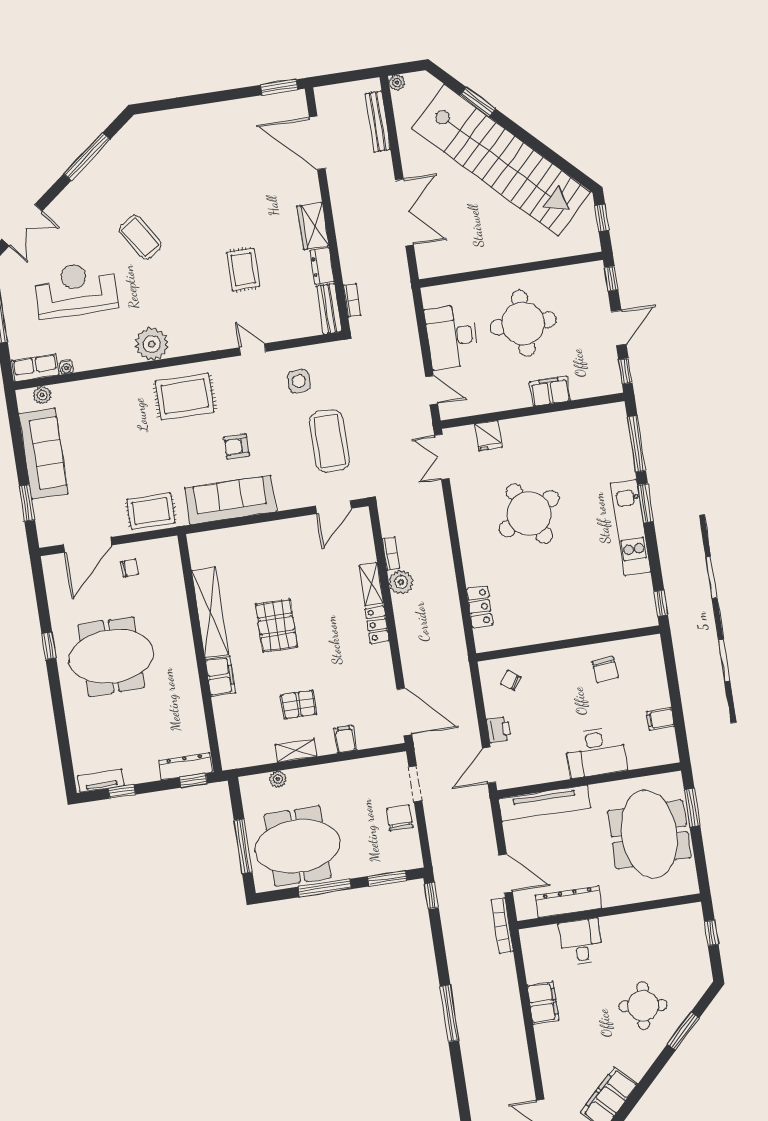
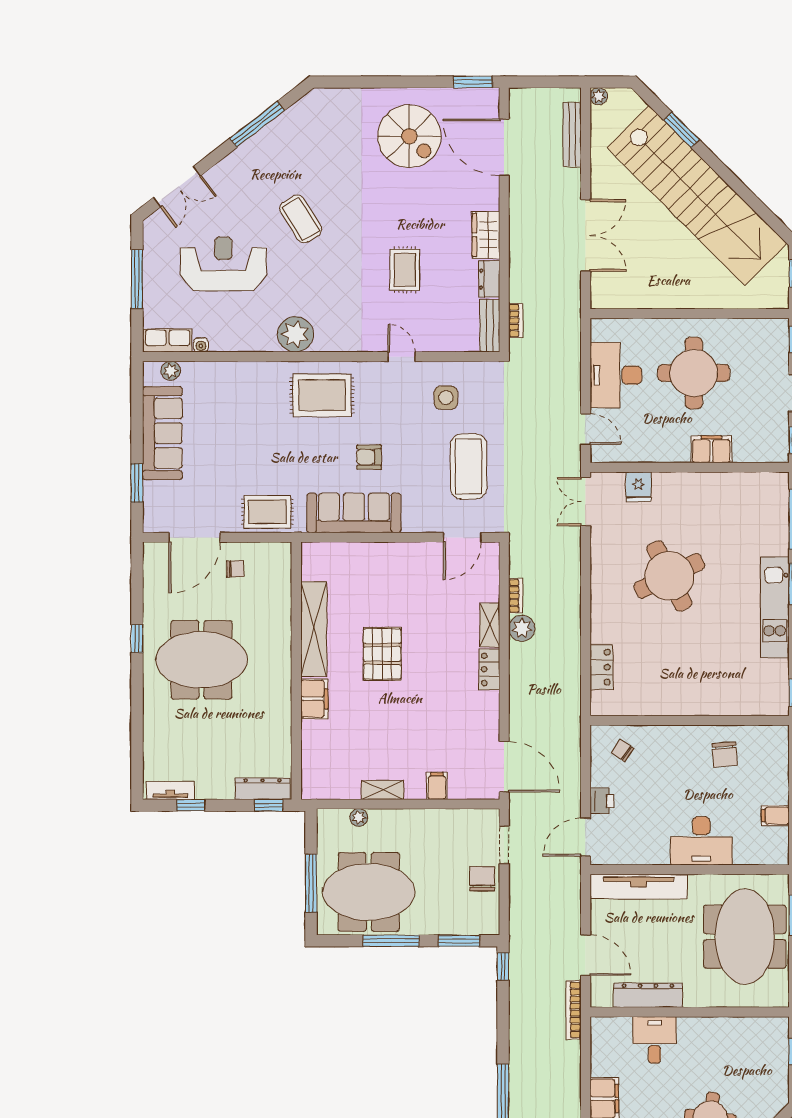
spiral stairs: (229, 146) -> (409, 136), added
pallet: (299, 704) -> (393, 742), removed

